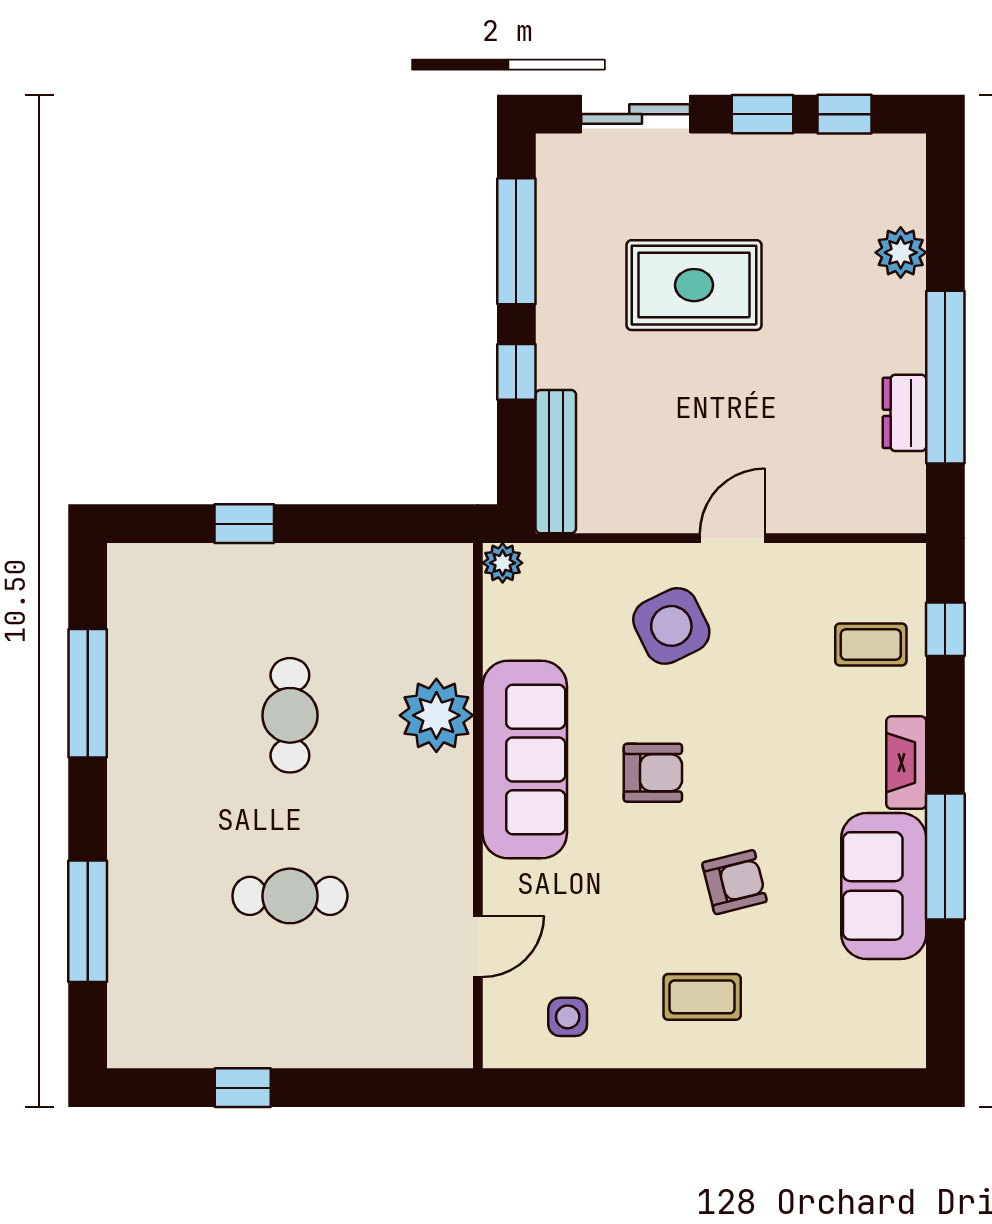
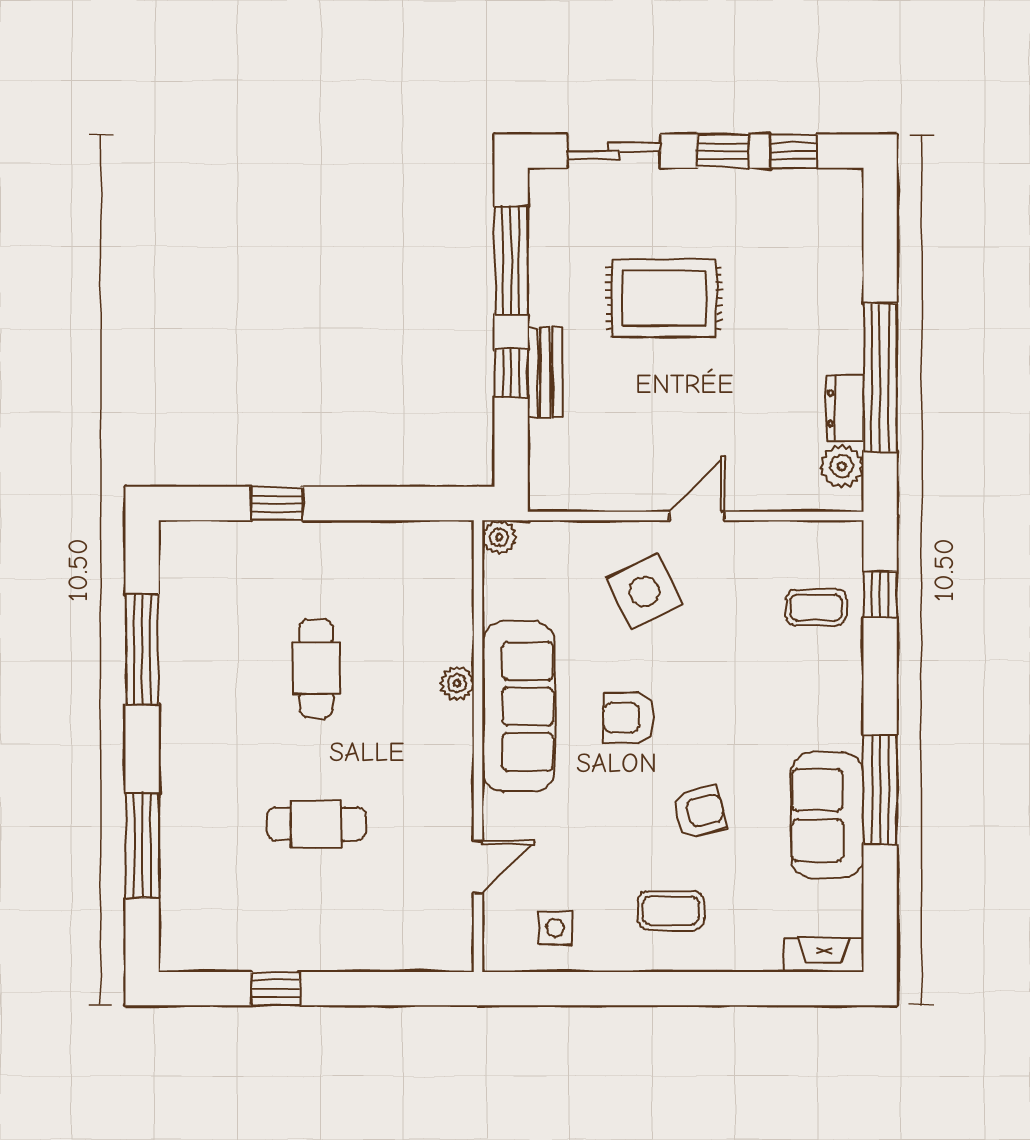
plant: (901, 253) -> (842, 466), moved
bench: (556, 462) -> (545, 373), moved, width x0.73
plant: (436, 715) -> (457, 683), width x0.53, depth x0.53
fireplace: (906, 763) -> (824, 955), moved, turned 90
armchair: (653, 773) -> (629, 718), turned 180

